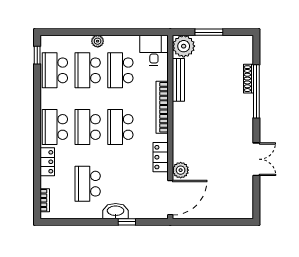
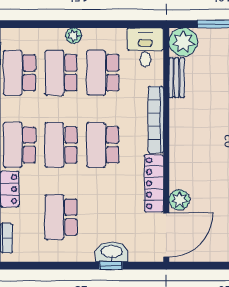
bench: (178, 80) -> (177, 78), width x0.73
locker: (161, 157) -> (154, 183), width x1.53
washbasin: (116, 211) -> (112, 252), moved

